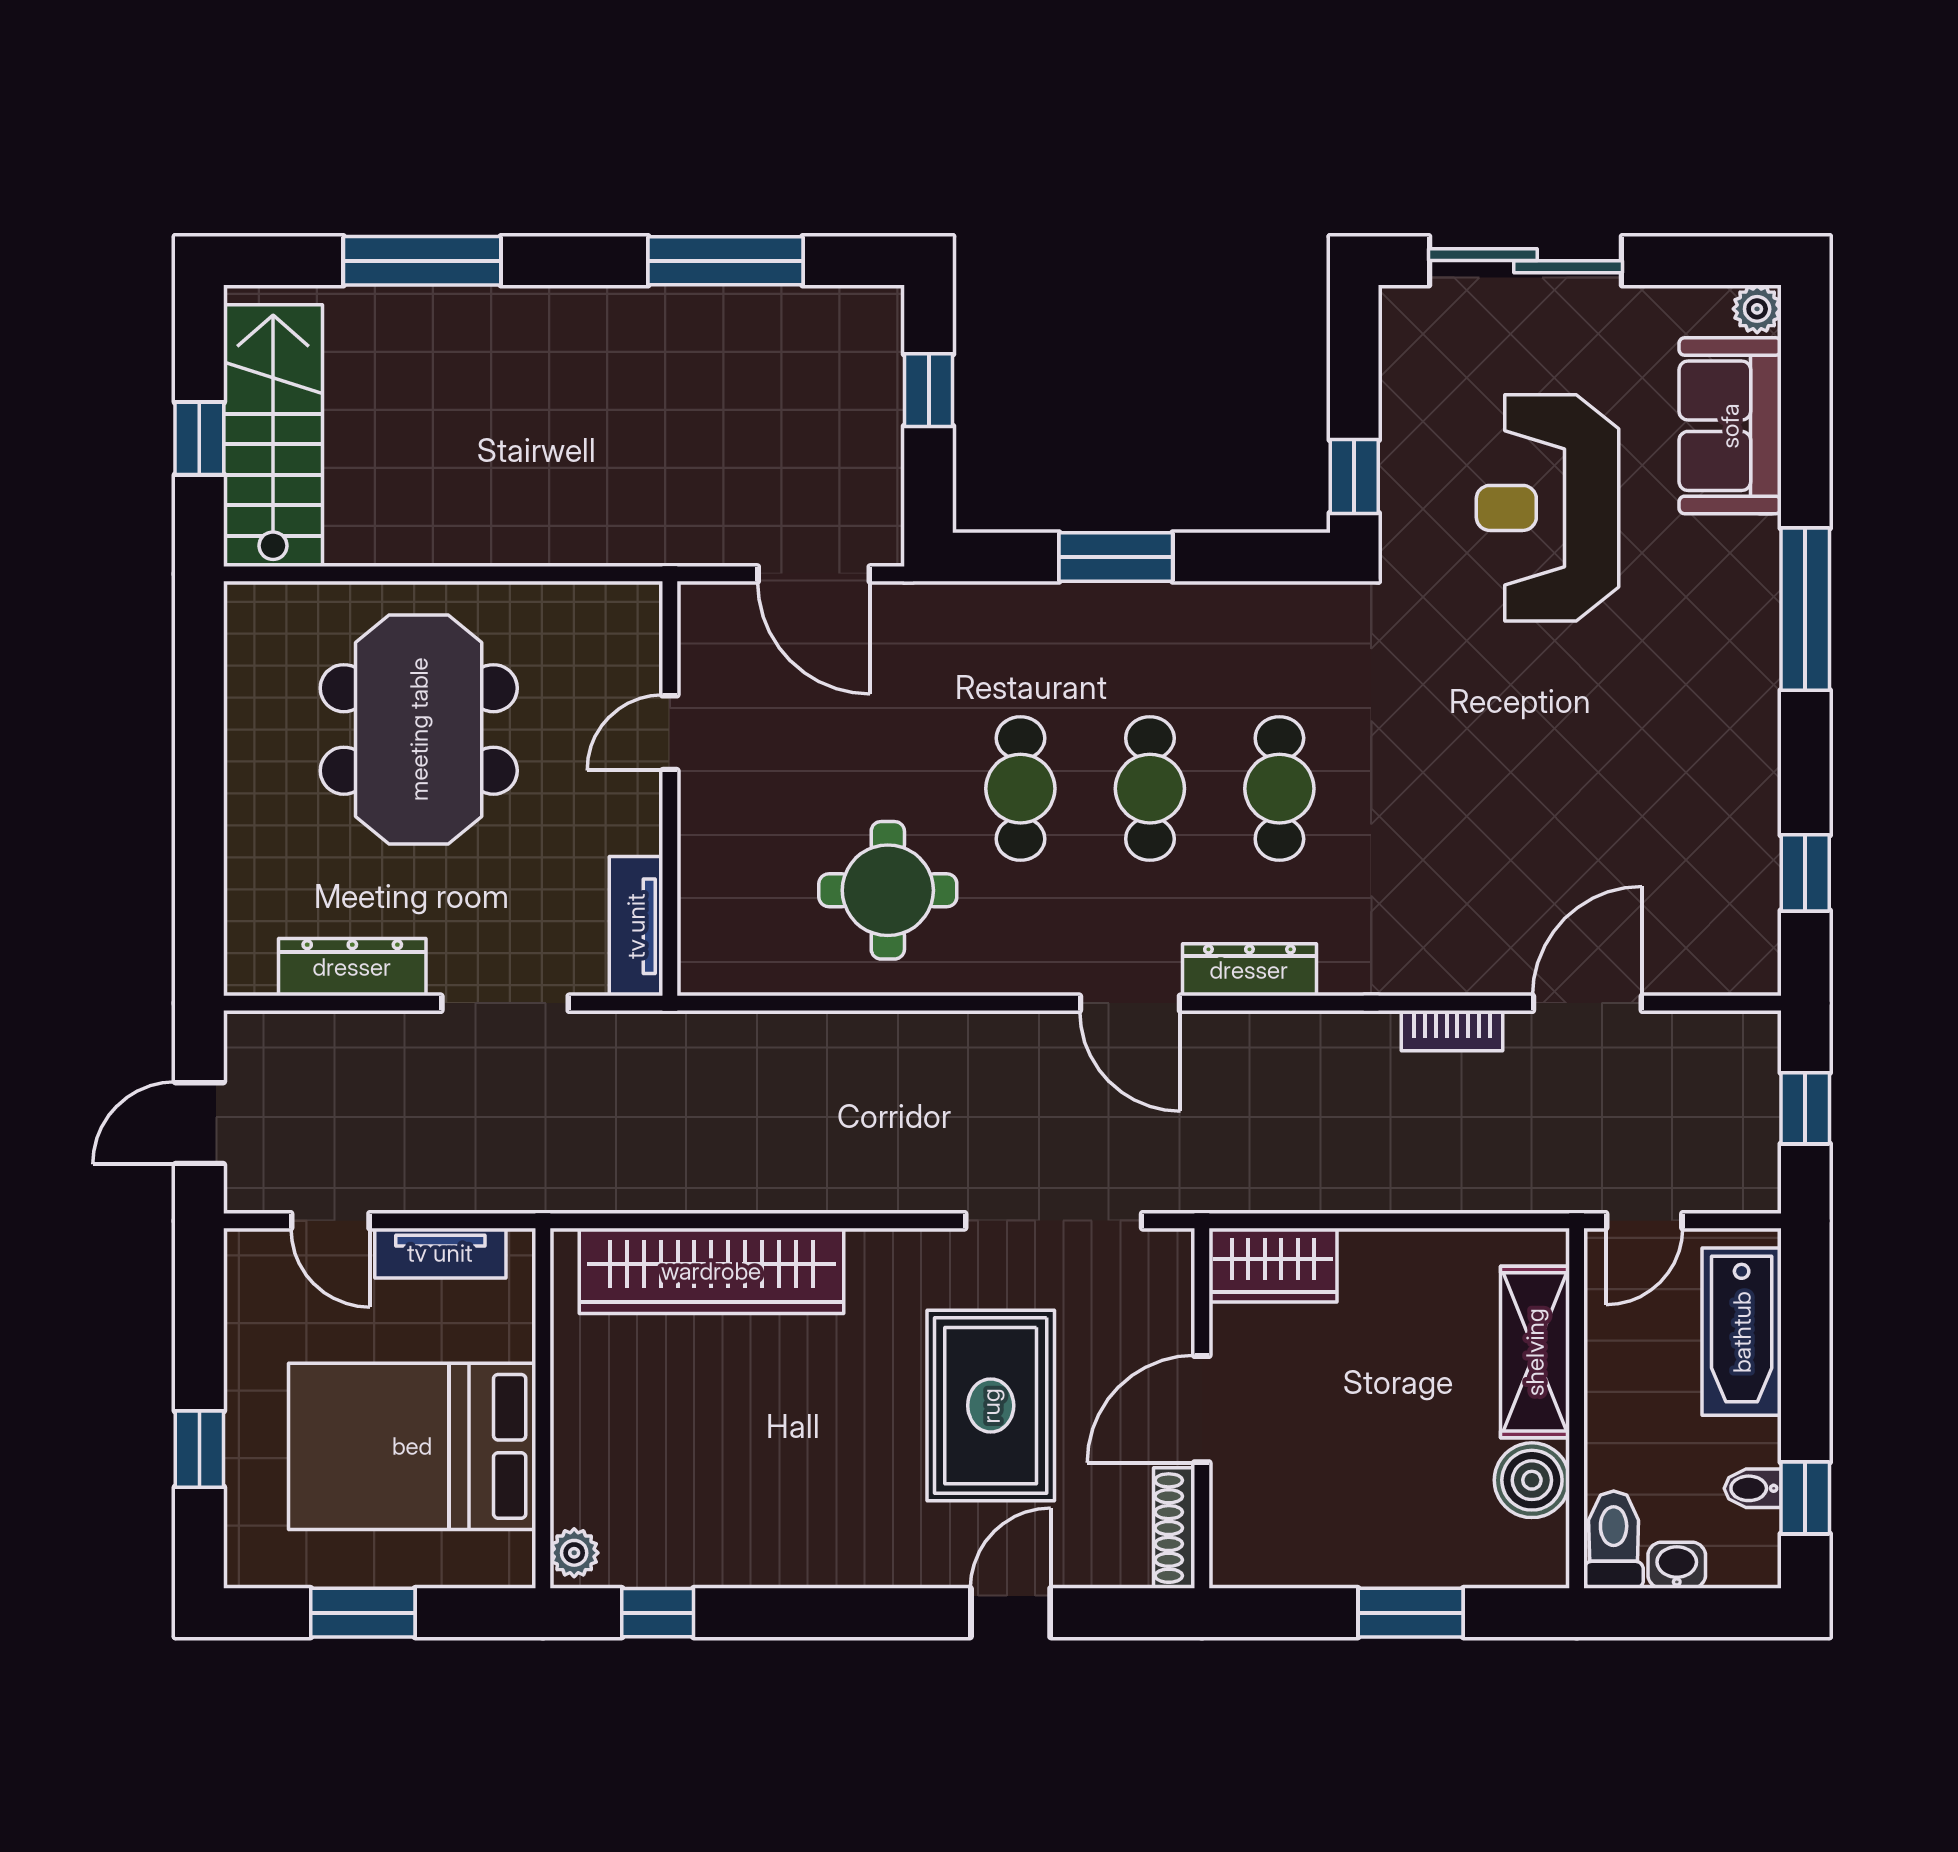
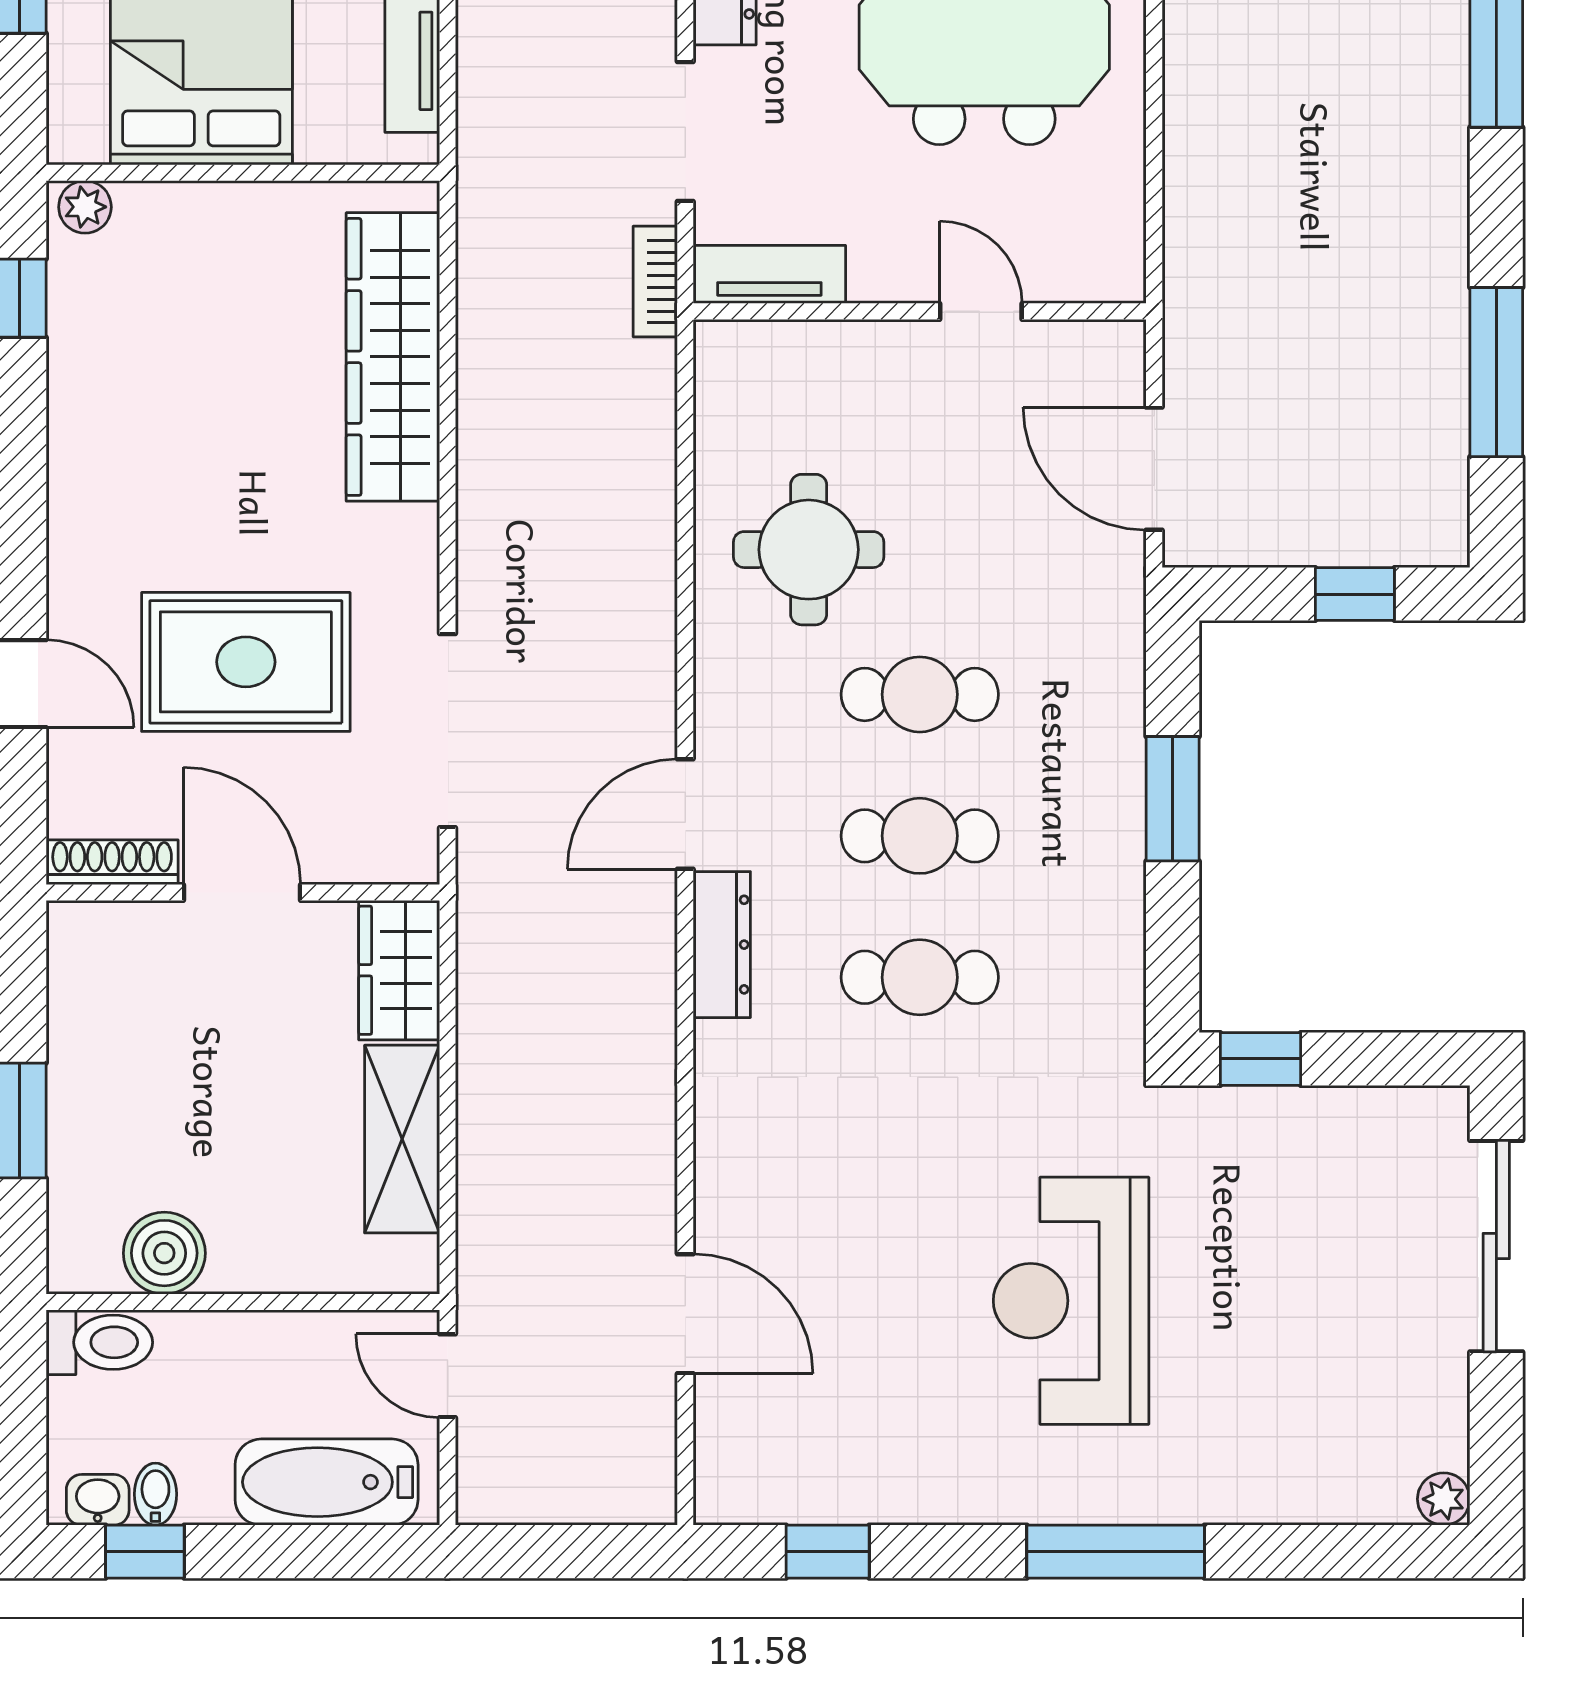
sofa: (1730, 426) -> (1316, 1470), removed
reception desk: (1548, 508) -> (1071, 1301), moved, turned -90
door: (814, 574) -> (1154, 469), hinge flipped
bookcase: (1452, 1031) -> (655, 282), moved
window: (1805, 1108) -> (571, 1552), removed
shelving: (1535, 1352) -> (402, 1139), moved, turned 90
washbasin: (1677, 1565) -> (98, 1500), moved, turned -90

